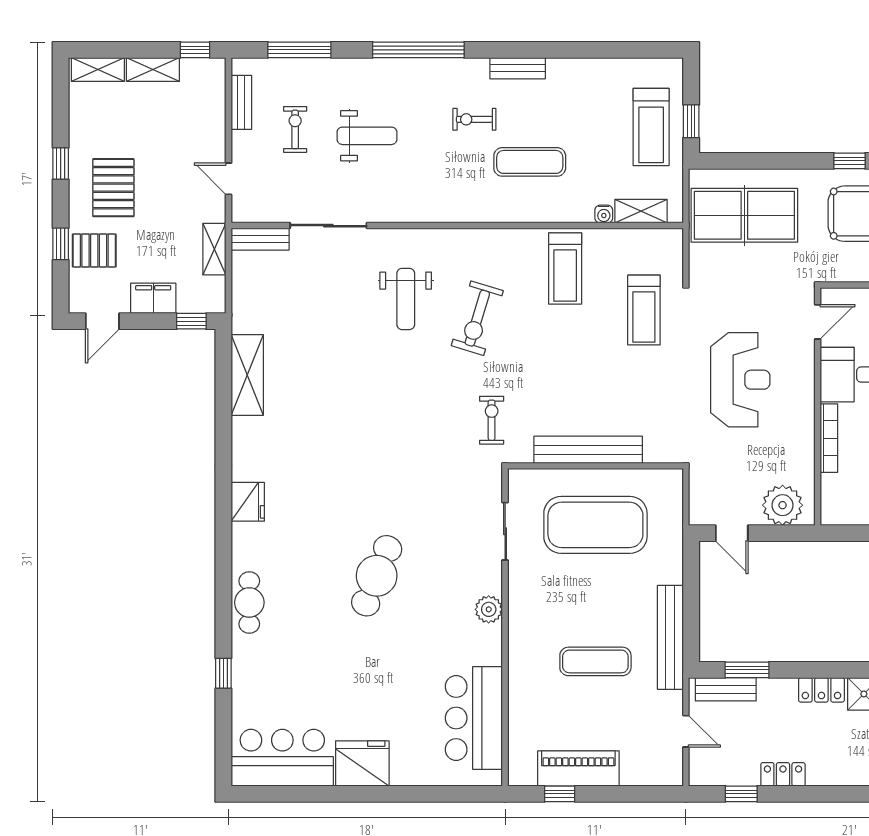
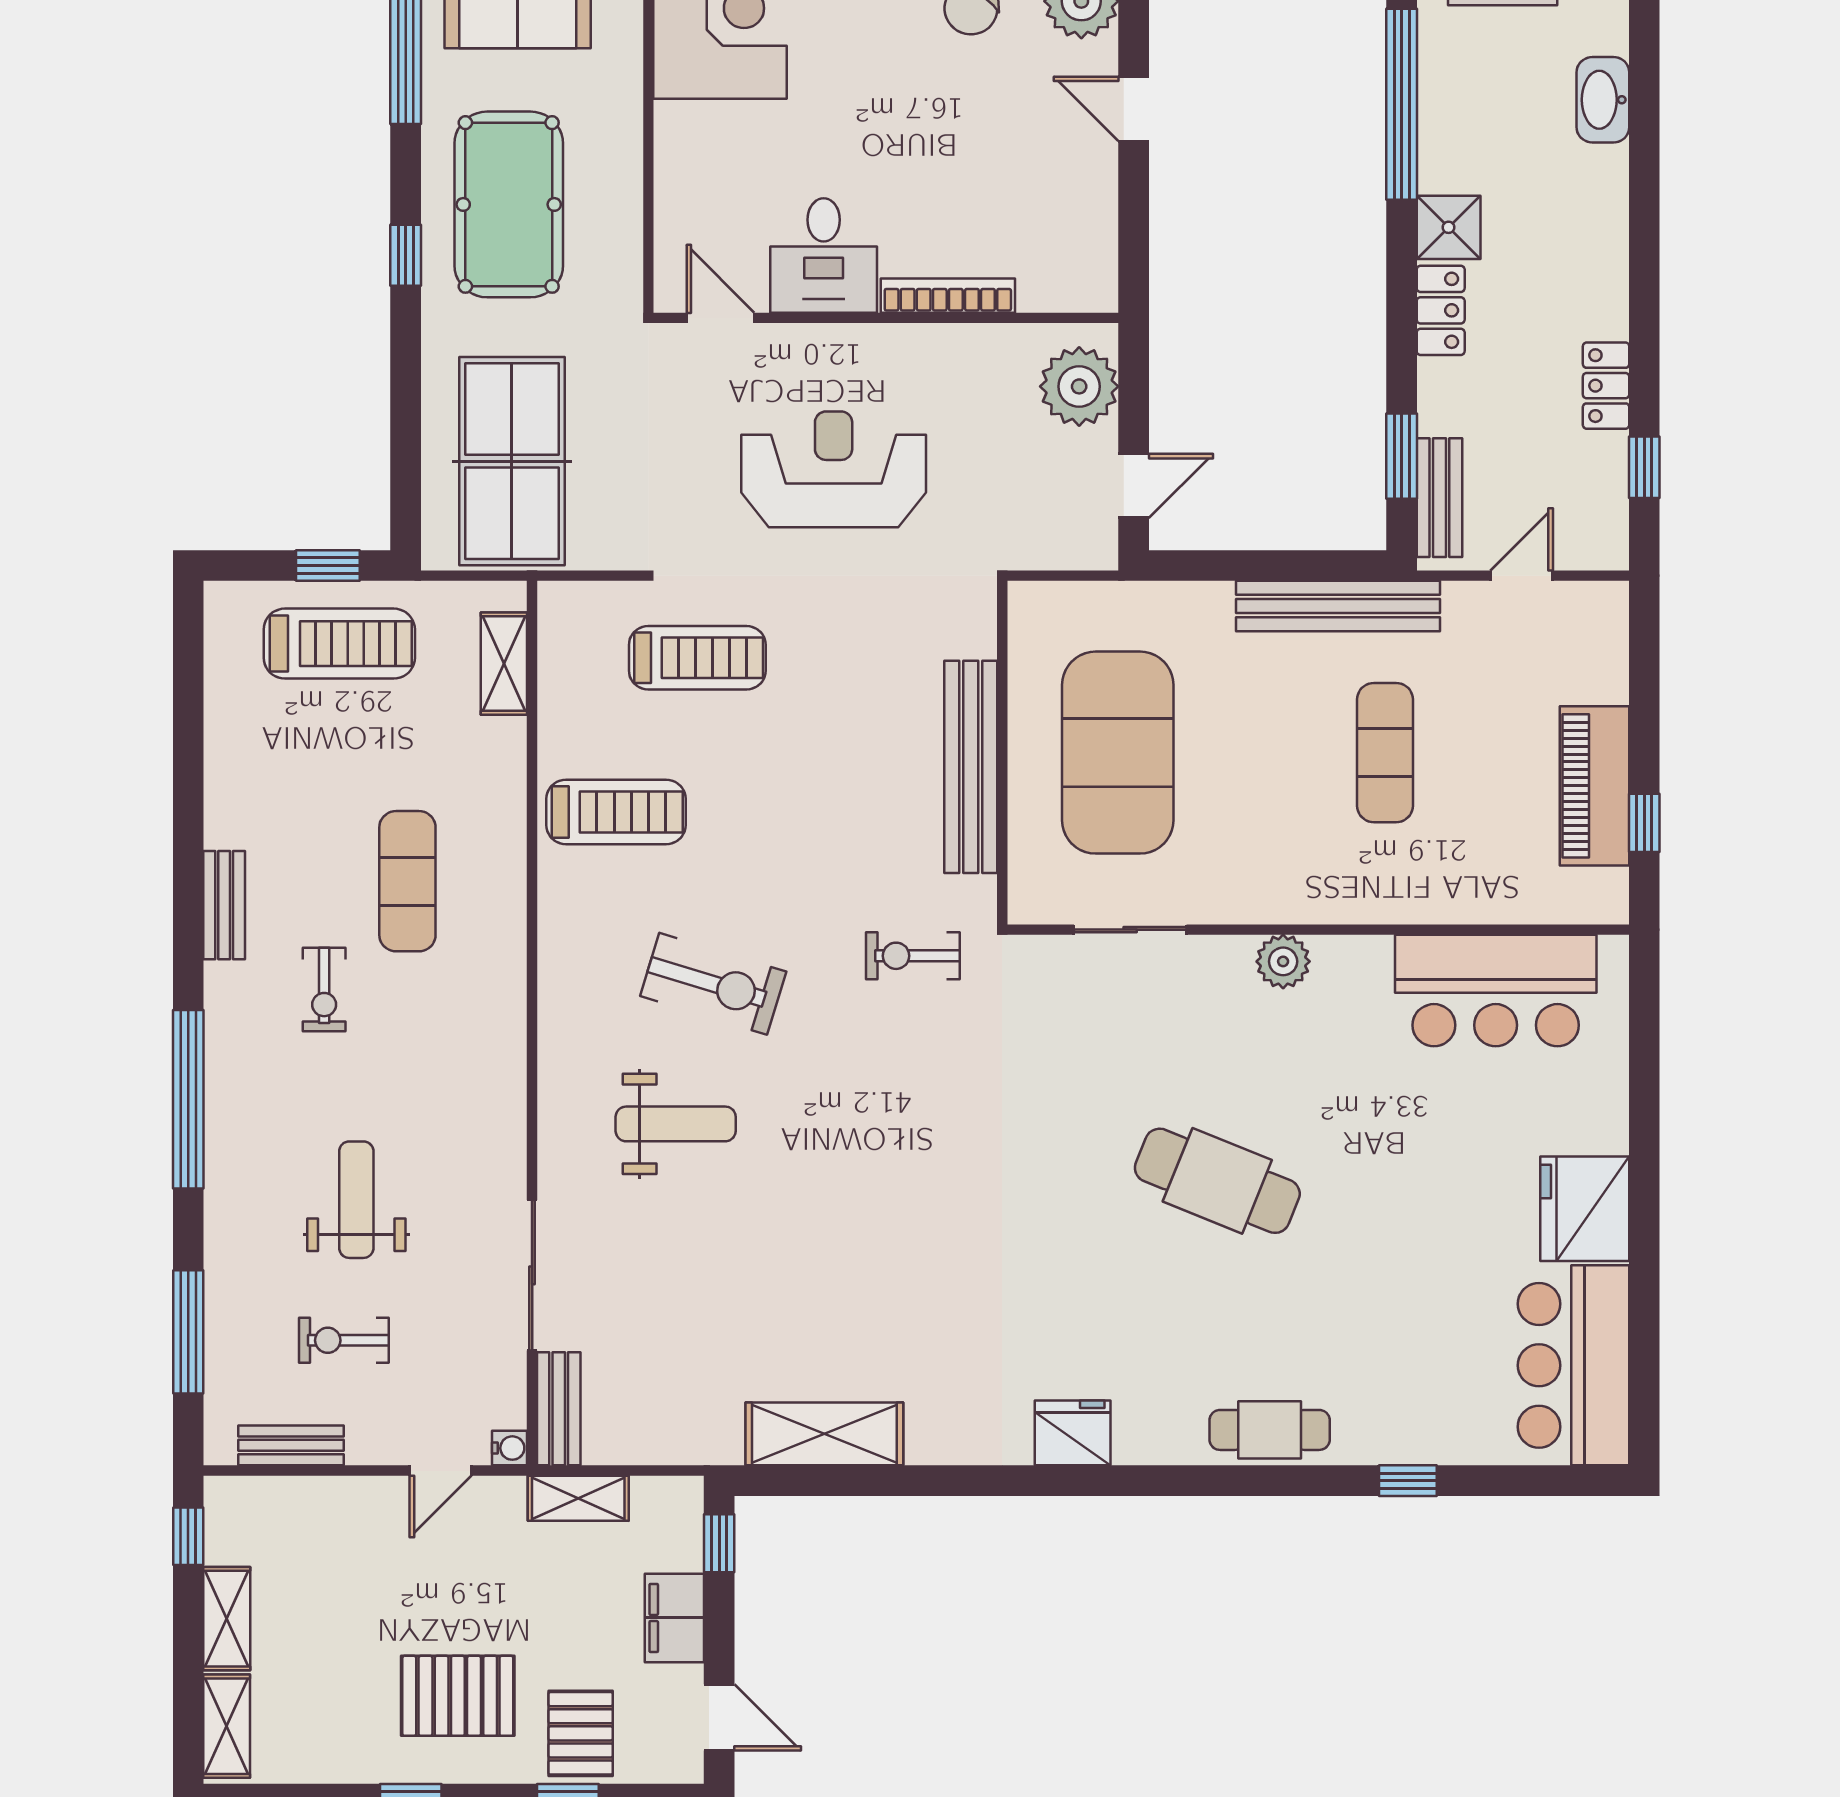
water cooler: (604, 214) -> (510, 1448), moved

